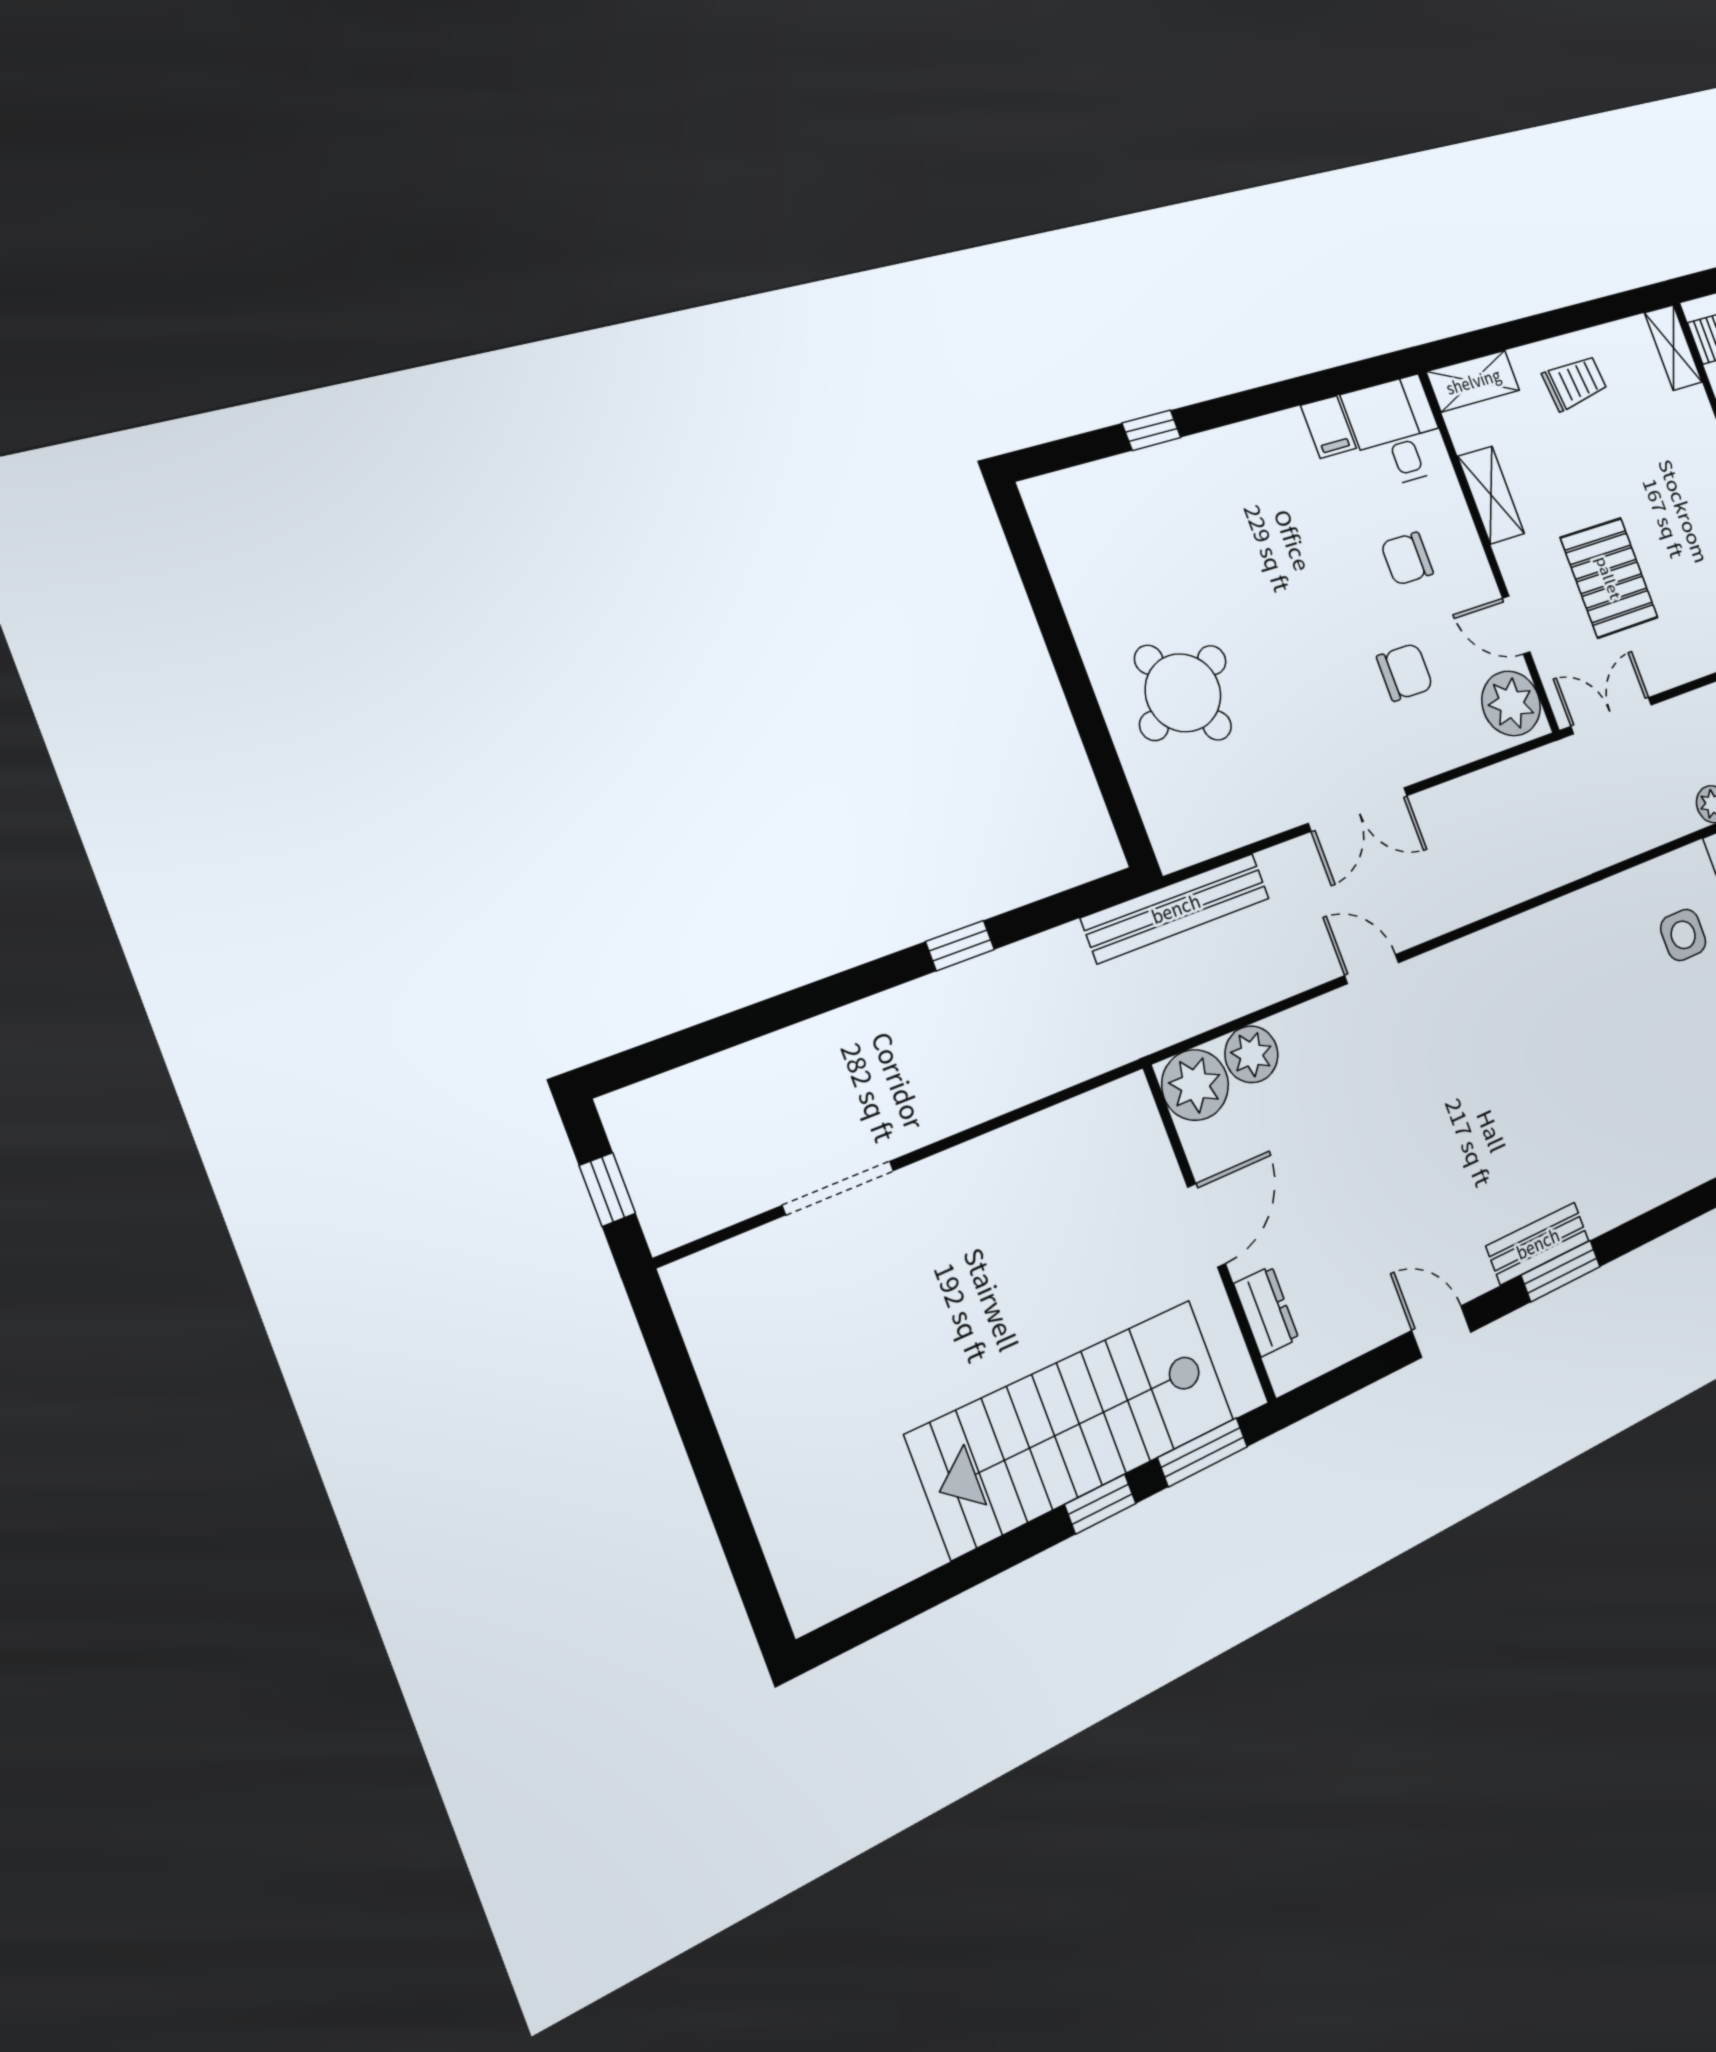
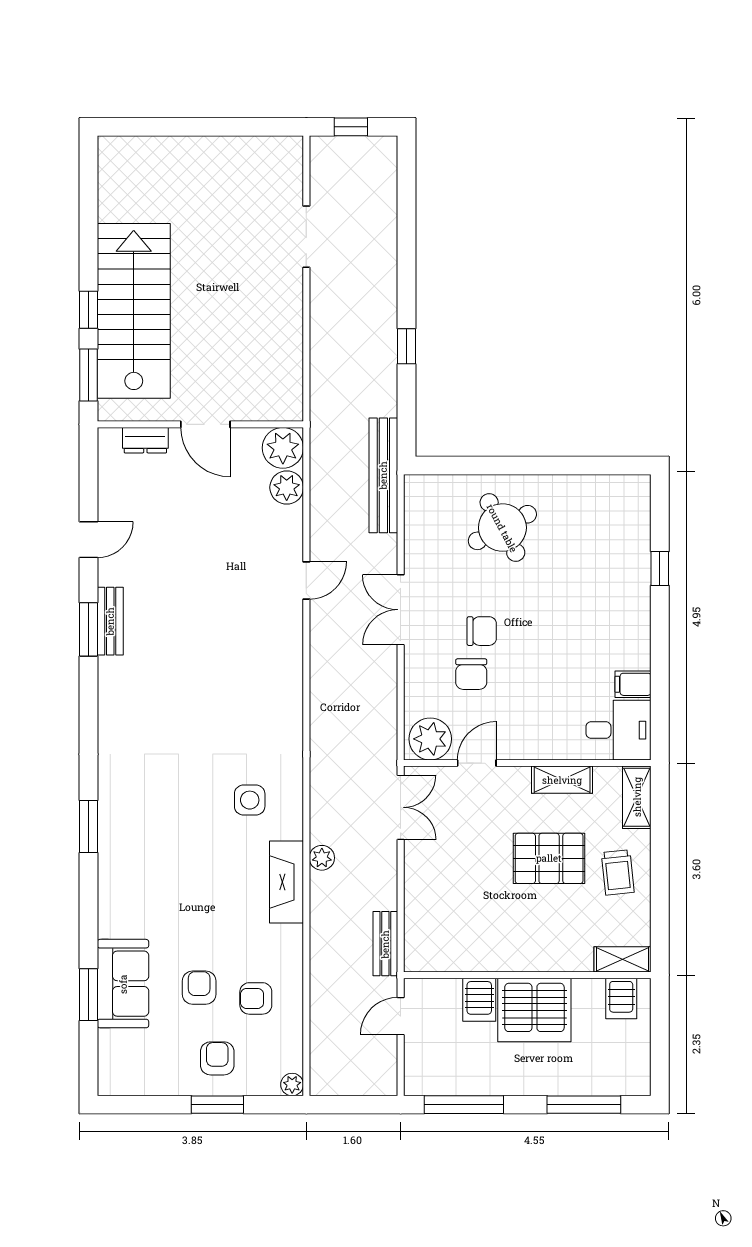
chair: (1407, 559) -> (482, 631), moved, turned 90
pallet: (1609, 578) -> (549, 858), moved

